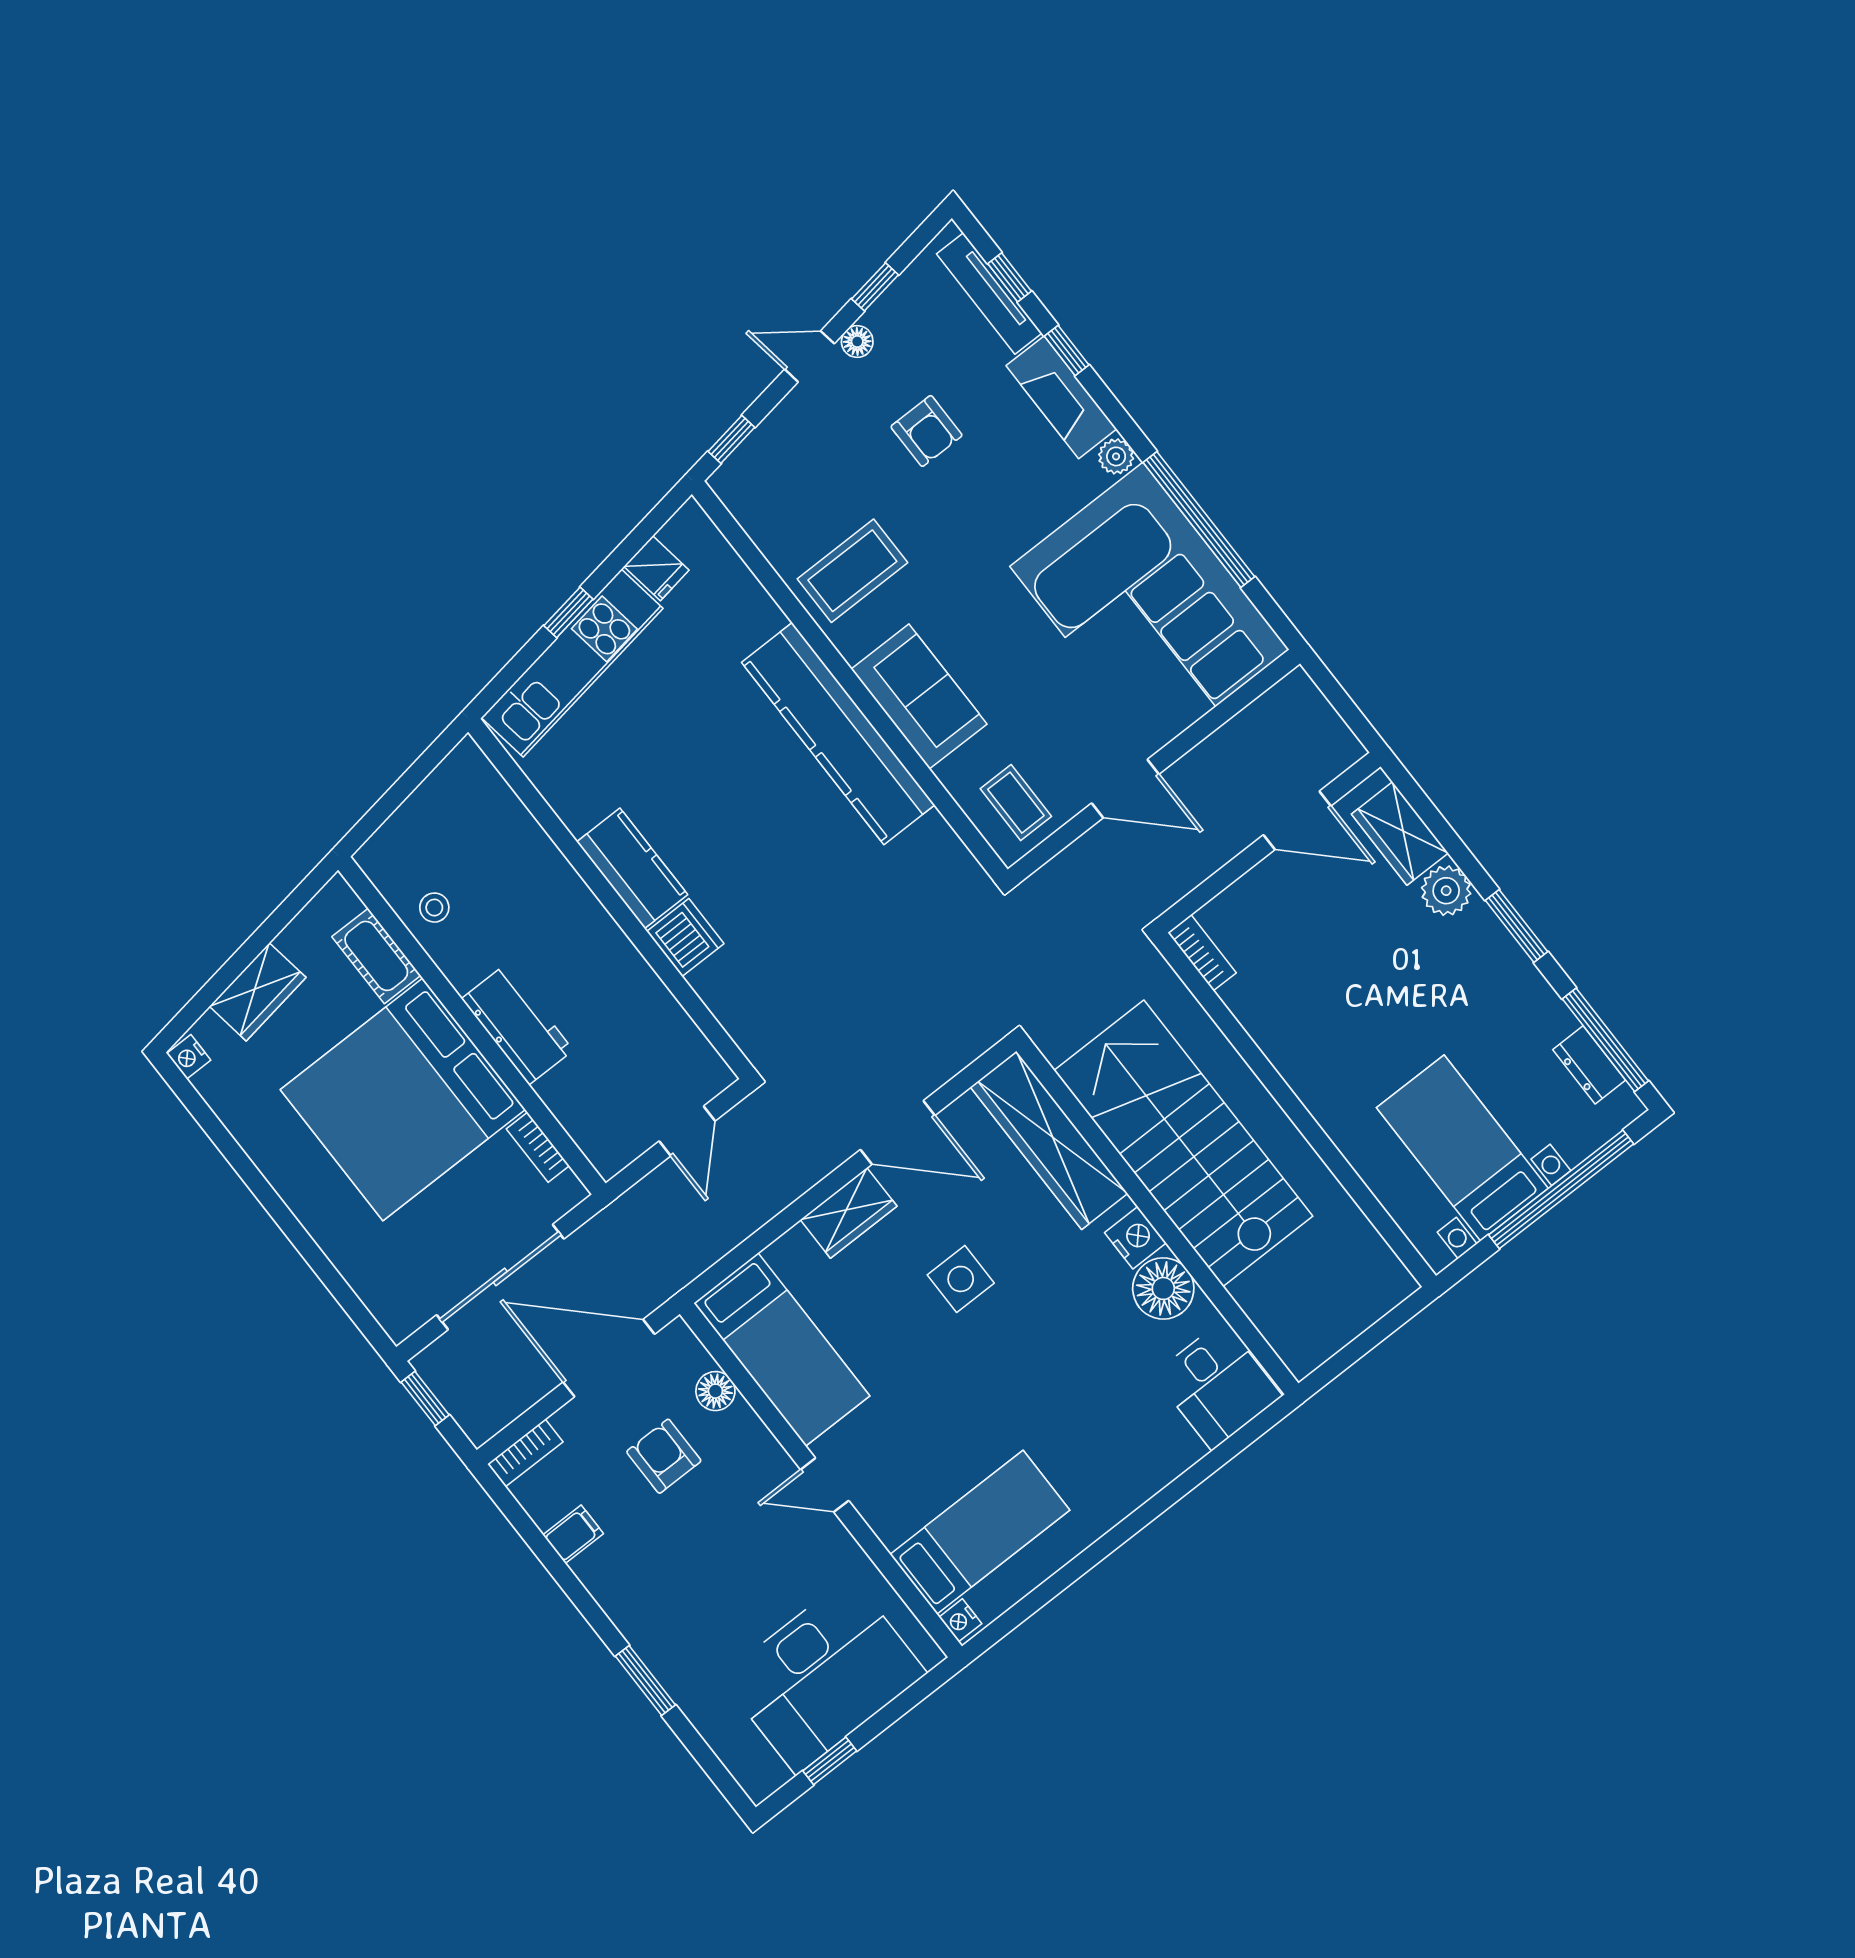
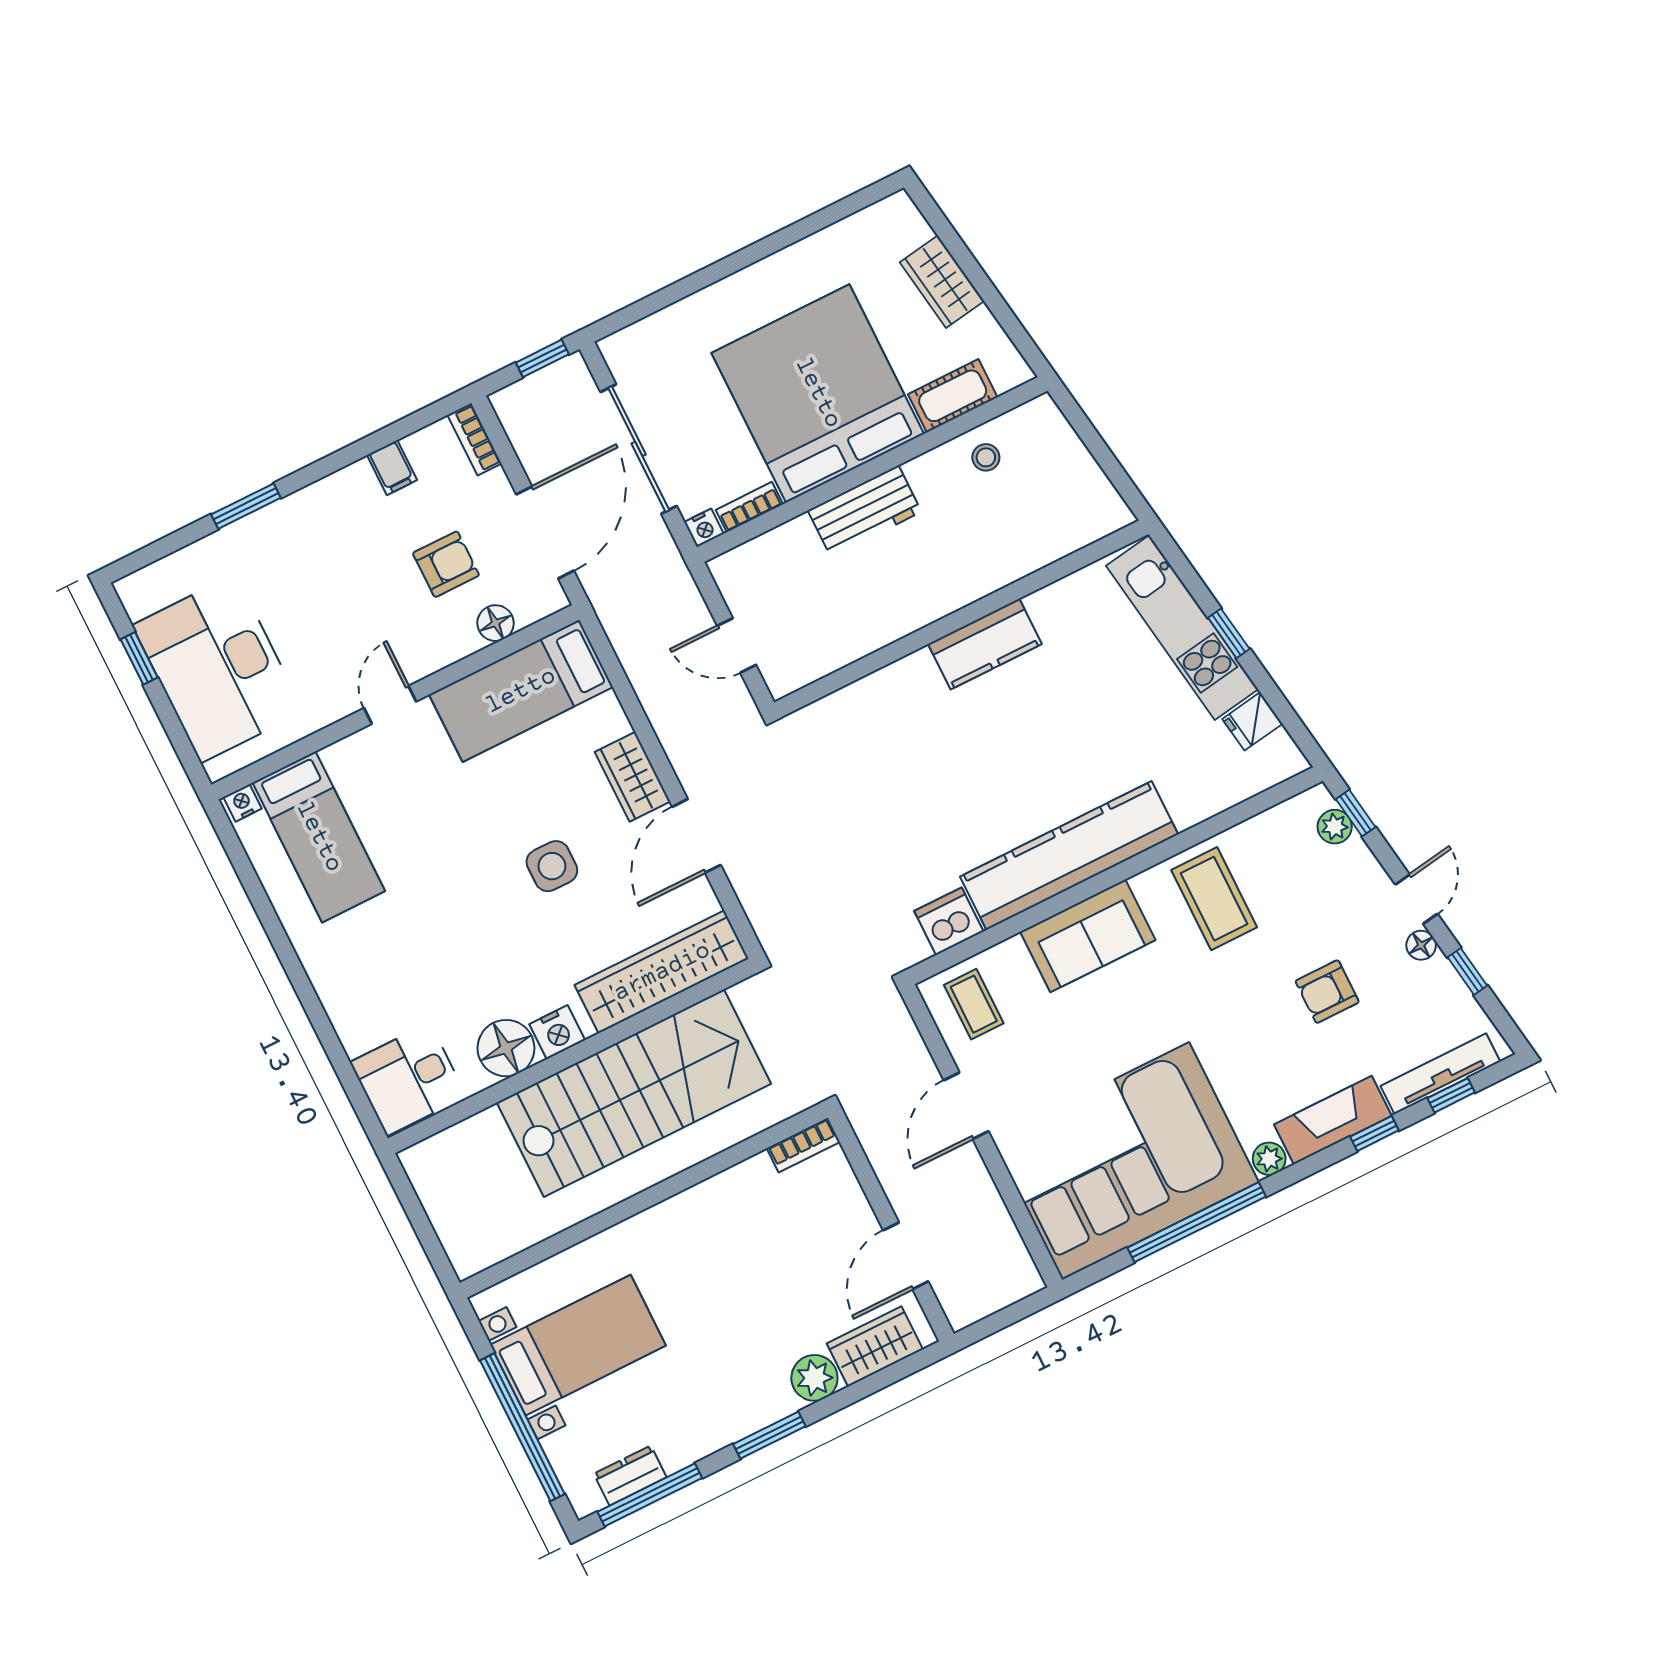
plant: (750, 459) -> (1335, 827), added
coffee table: (1016, 803) -> (974, 1004), turned 90
dishwasher: (685, 938) -> (949, 921), moved, turned 180
nightstand: (189, 1057) -> (704, 528), moved, turned 180

